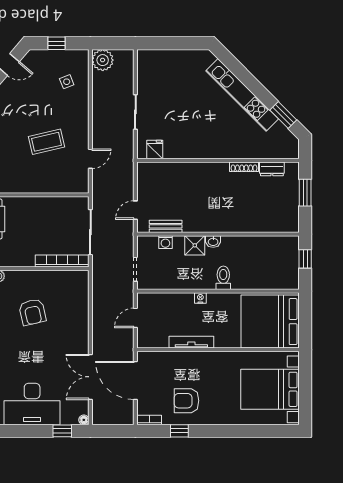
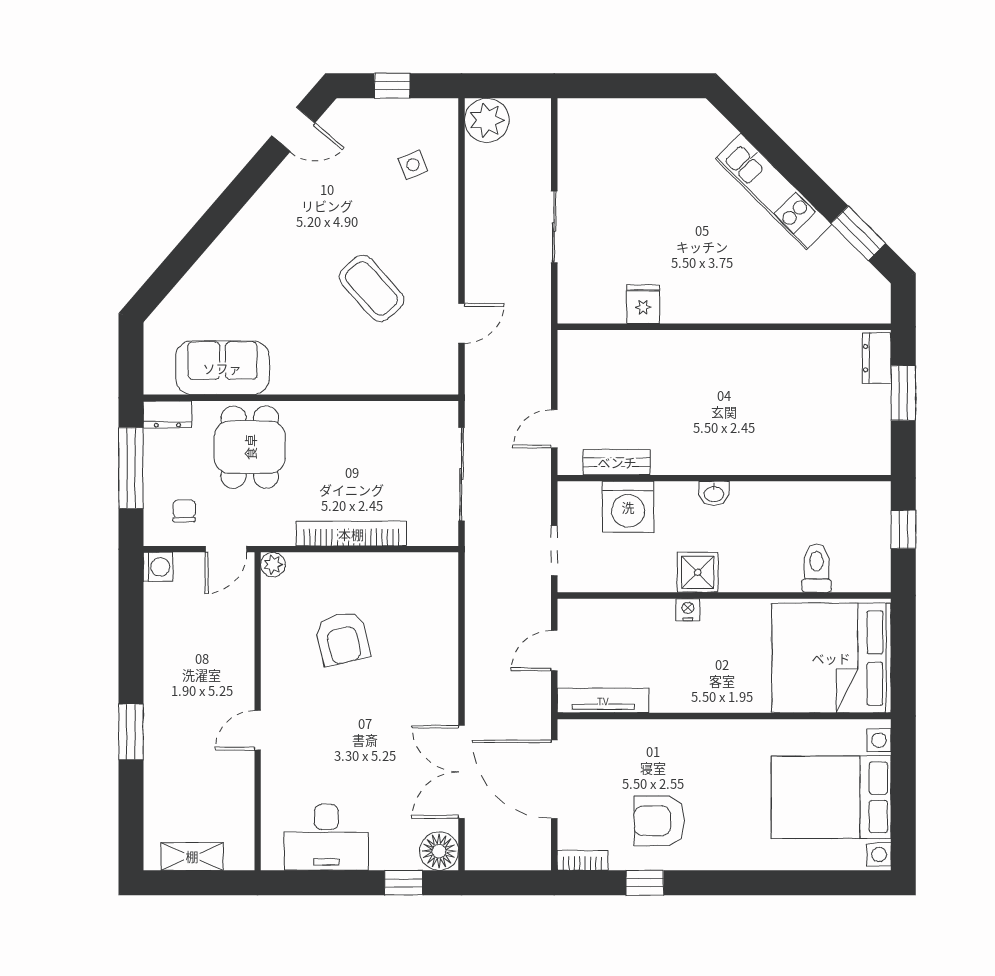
kitchen unit: (242, 95) -> (774, 192), width x0.73
coffee table: (47, 142) -> (371, 288), turned 61
fridge: (155, 149) -> (643, 304), moved
shoe rack: (244, 167) -> (778, 340), removed
dresser: (272, 169) -> (877, 358), moved, turned 90
washing machine: (165, 242) -> (628, 507), width x1.89, depth x1.89
shower: (195, 245) -> (698, 572), moved
bookcase: (62, 261) -> (351, 534), moved
toilet: (223, 278) -> (816, 568), moved
tv unit: (191, 342) -> (603, 701), moved
desk: (32, 404) -> (326, 837), width x0.73, depth x0.77
floor lamp: (84, 420) -> (439, 851), width x1.89, depth x1.89

